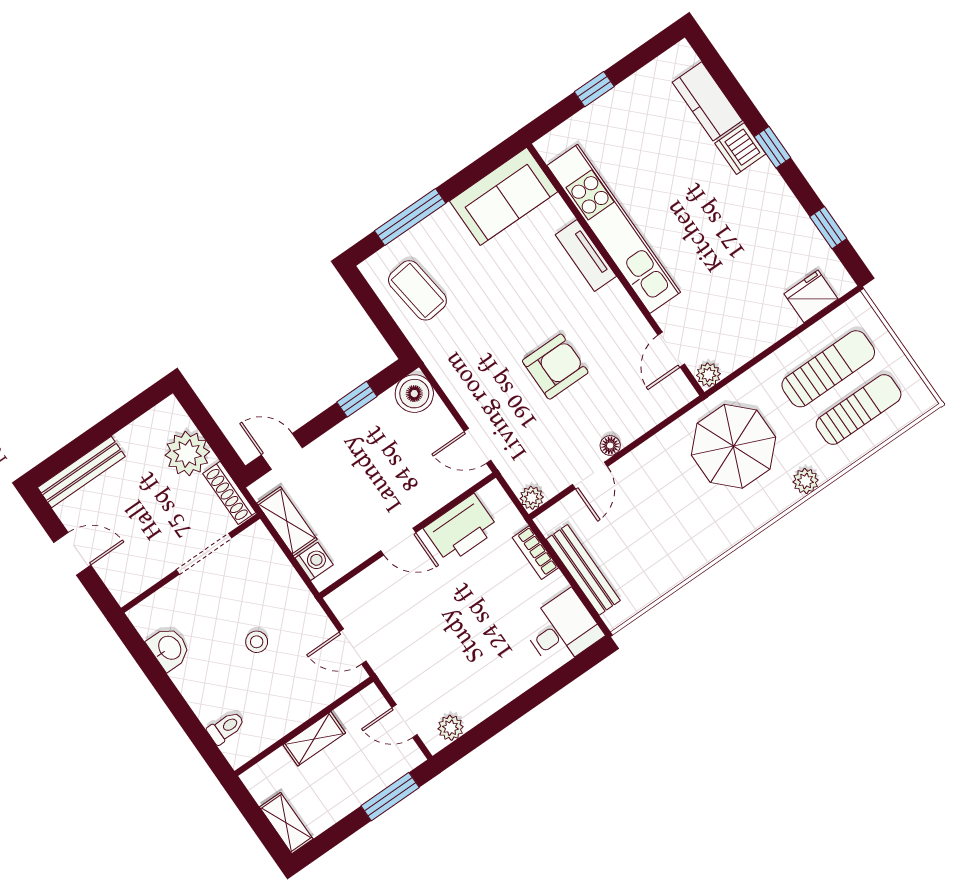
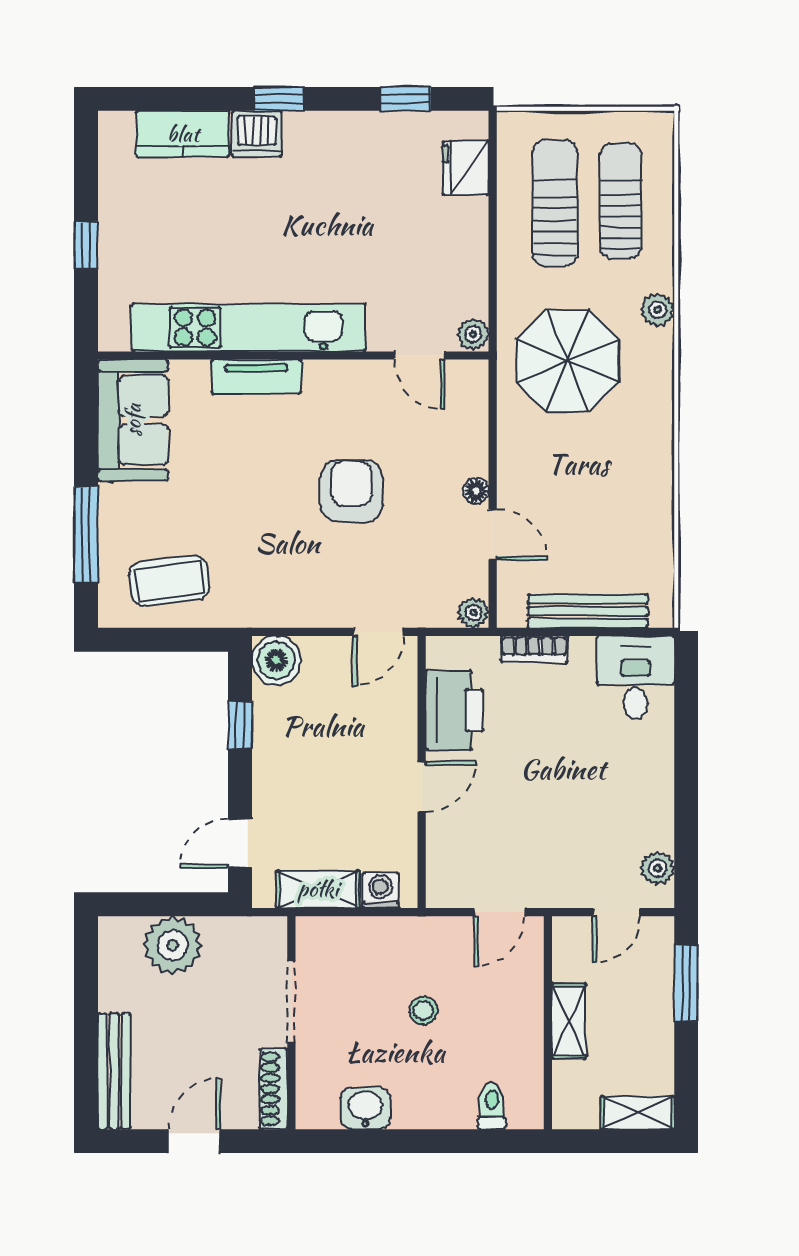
shoe rack: (229, 493) -> (274, 1089), moved, turned 90

